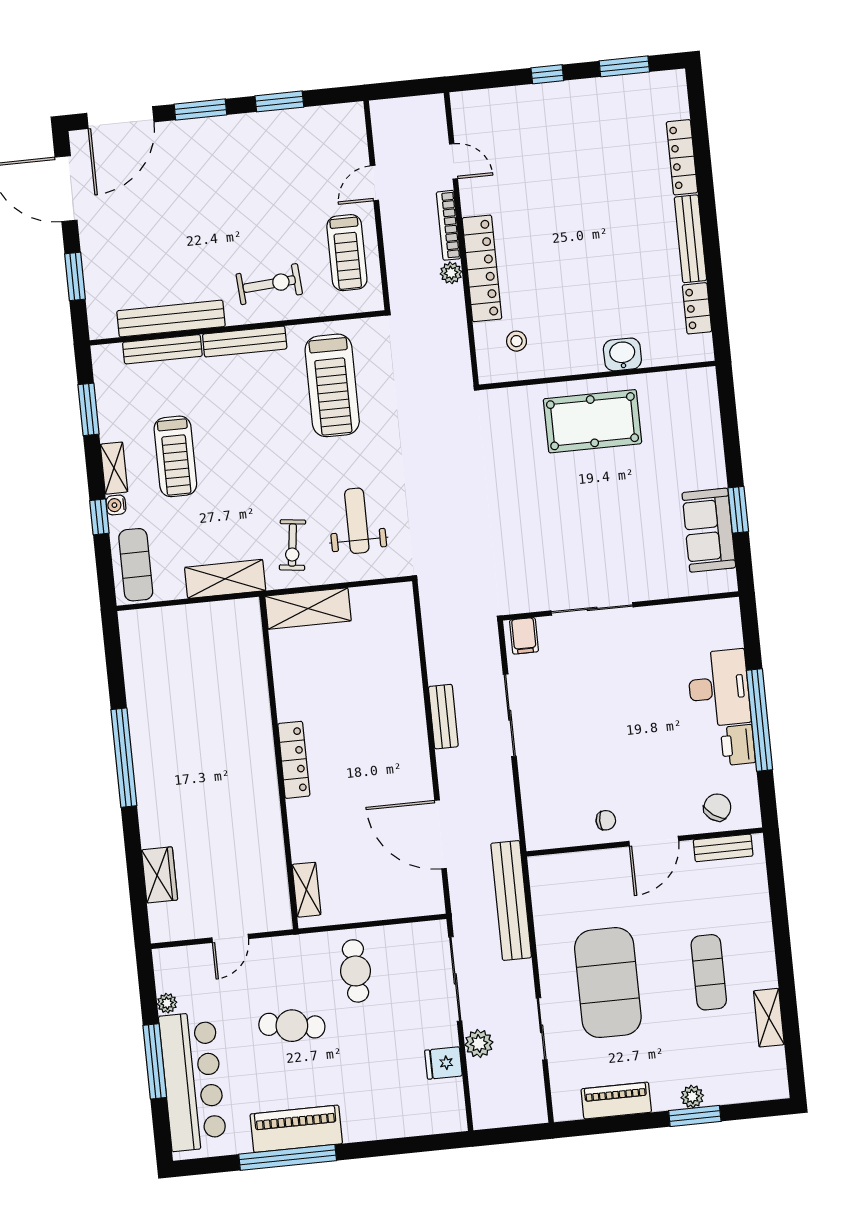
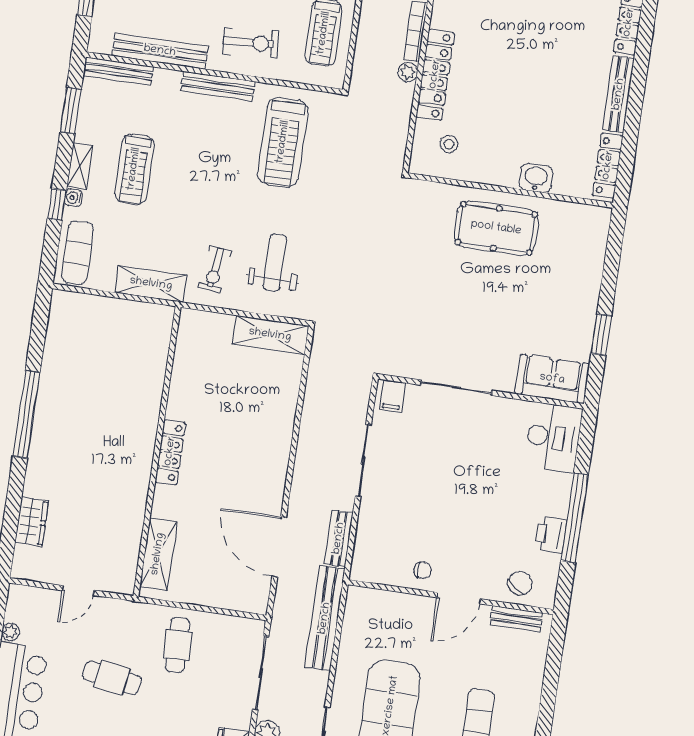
locker: (697, 308) -> (608, 166), width x1.53
bench: (162, 349) -> (118, 71), moved
sofa: (709, 530) -> (552, 379), moved, turned 90
shelving: (308, 609) -> (270, 335), moved
desk: (719, 688) -> (553, 437), moved
bench: (443, 717) -> (339, 538), moved
shelving: (306, 890) -> (158, 554), width x1.50, depth x1.33

